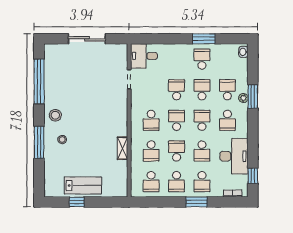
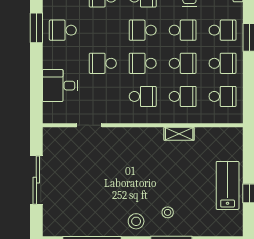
desk: (144, 56) -> (60, 86), moved, turned 90
school desk: (202, 90) -> (103, 30), removed
school desk: (177, 151) -> (183, 63), turned 180

